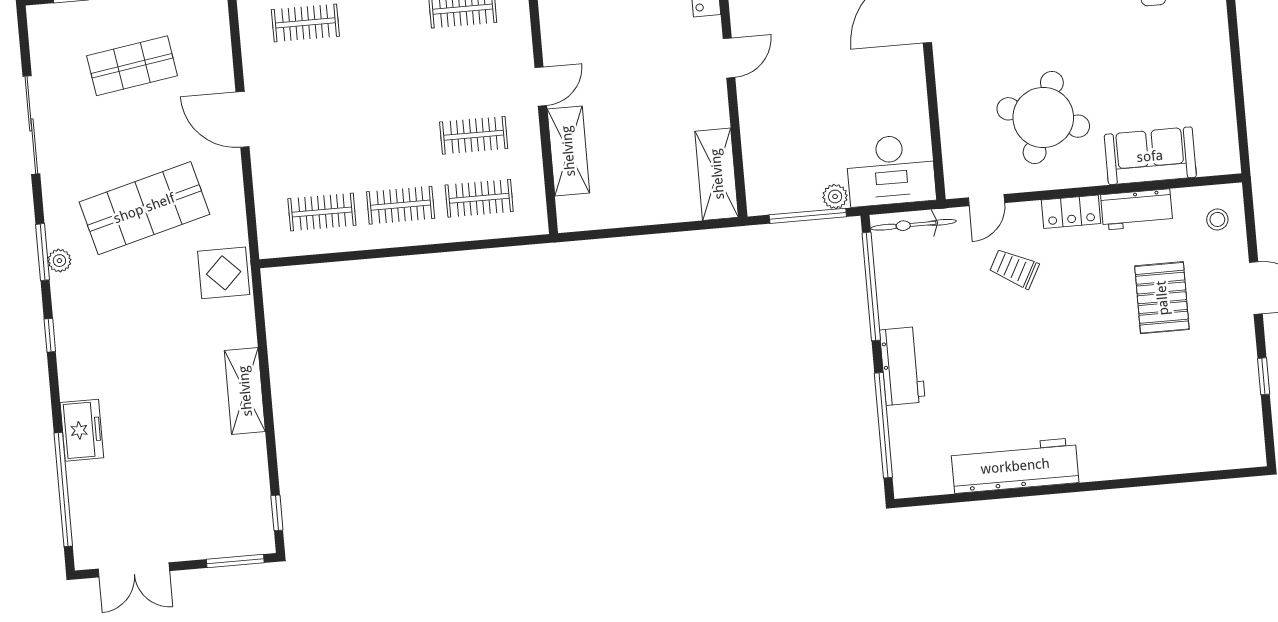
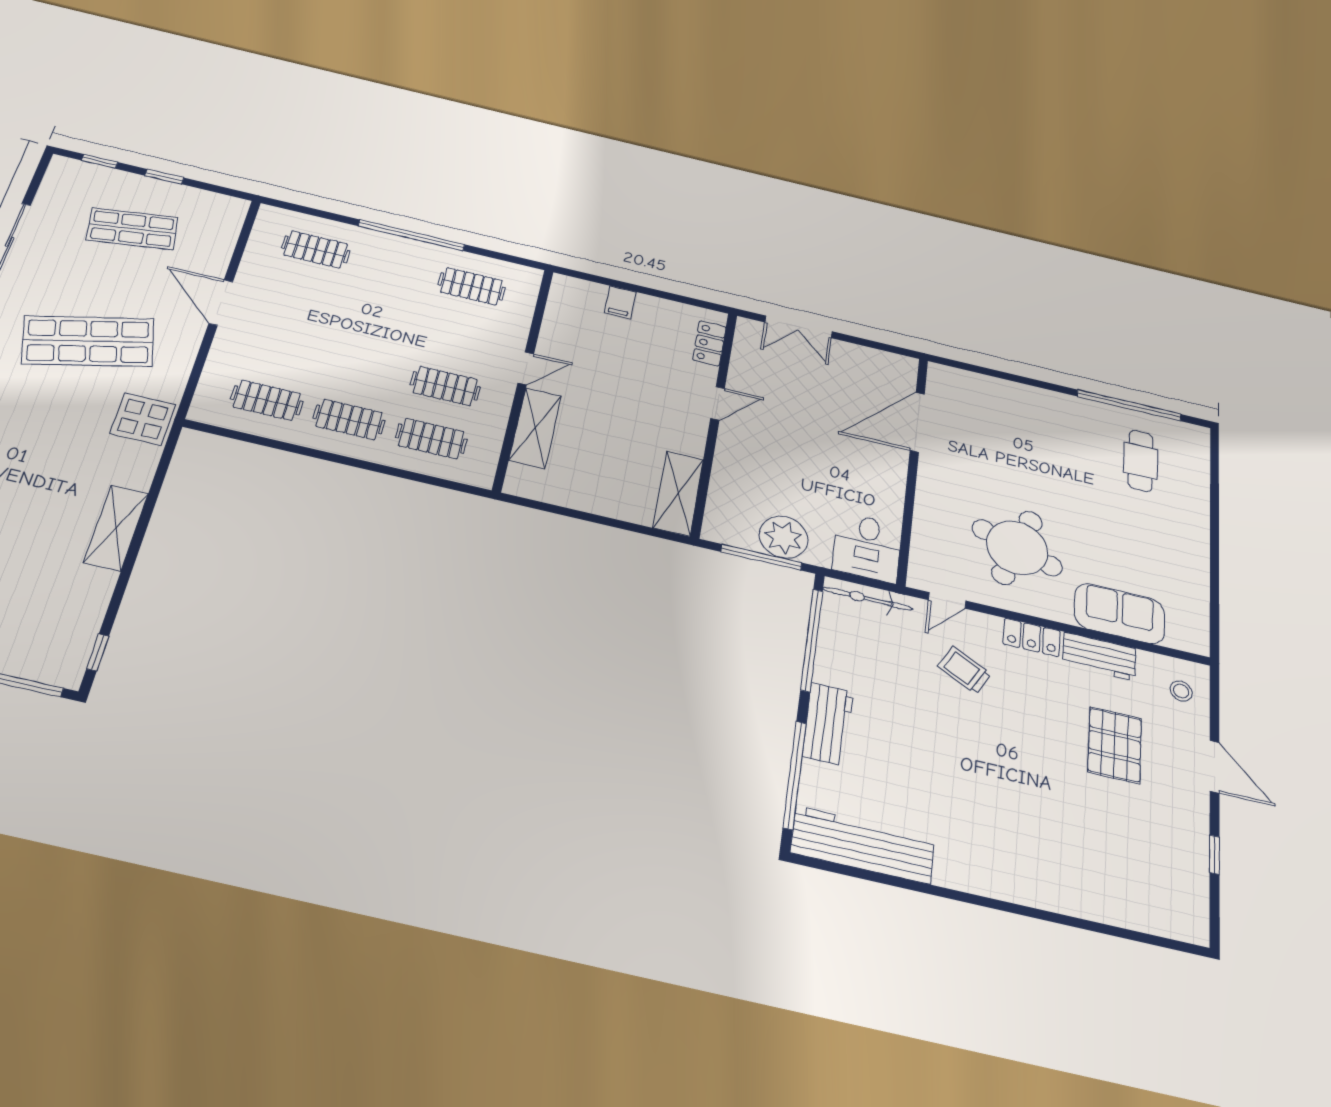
desk: (891, 170) -> (867, 547), width x0.73
plant: (835, 196) -> (783, 537), width x1.88, depth x1.88
workbench: (1015, 466) -> (863, 845), moved

